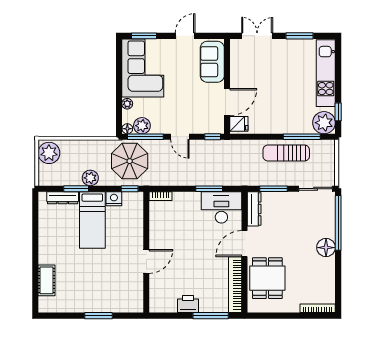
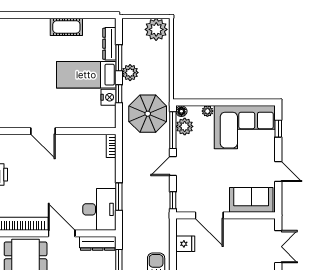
window: (144, 36) -> (278, 129), width x0.67
fridge: (239, 124) -> (185, 244), moved, turned -90
window: (130, 189) -> (119, 94), moved
cot: (47, 280) -> (66, 27), moved

